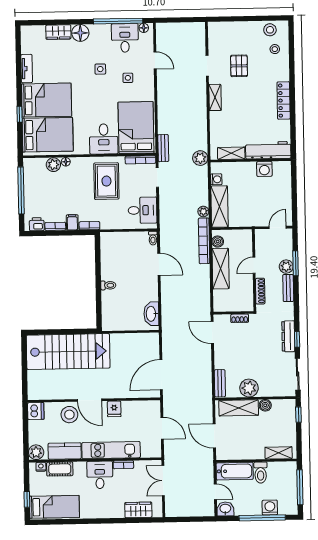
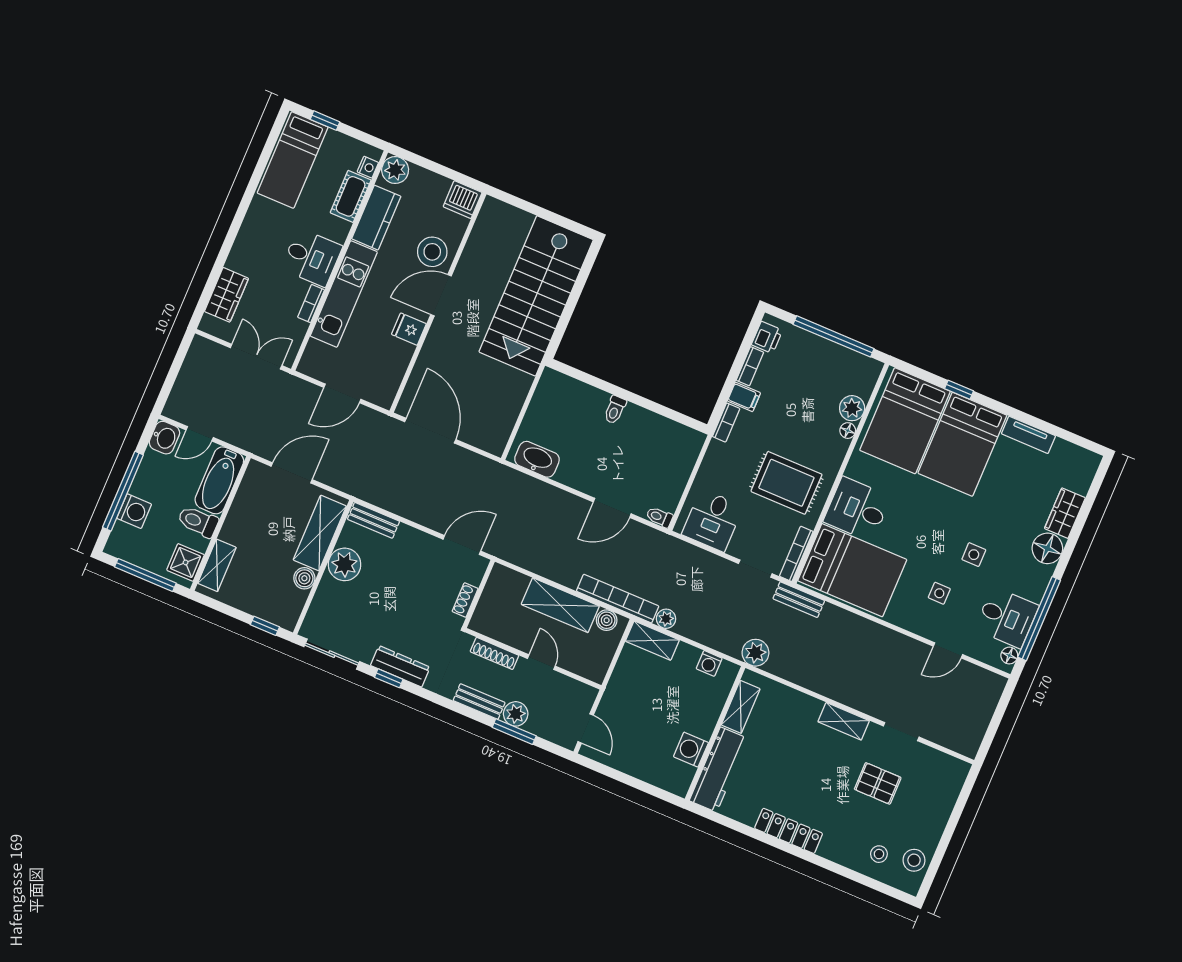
shelving: (219, 207) -> (652, 641), width x0.67, depth x0.75
shower: (284, 470) -> (186, 562), added

